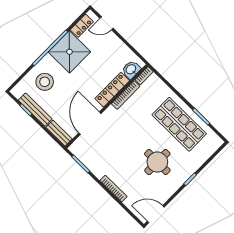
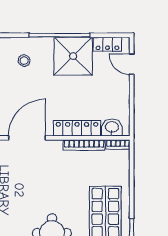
stool: (45, 82) -> (24, 60), width x0.53, depth x0.53

